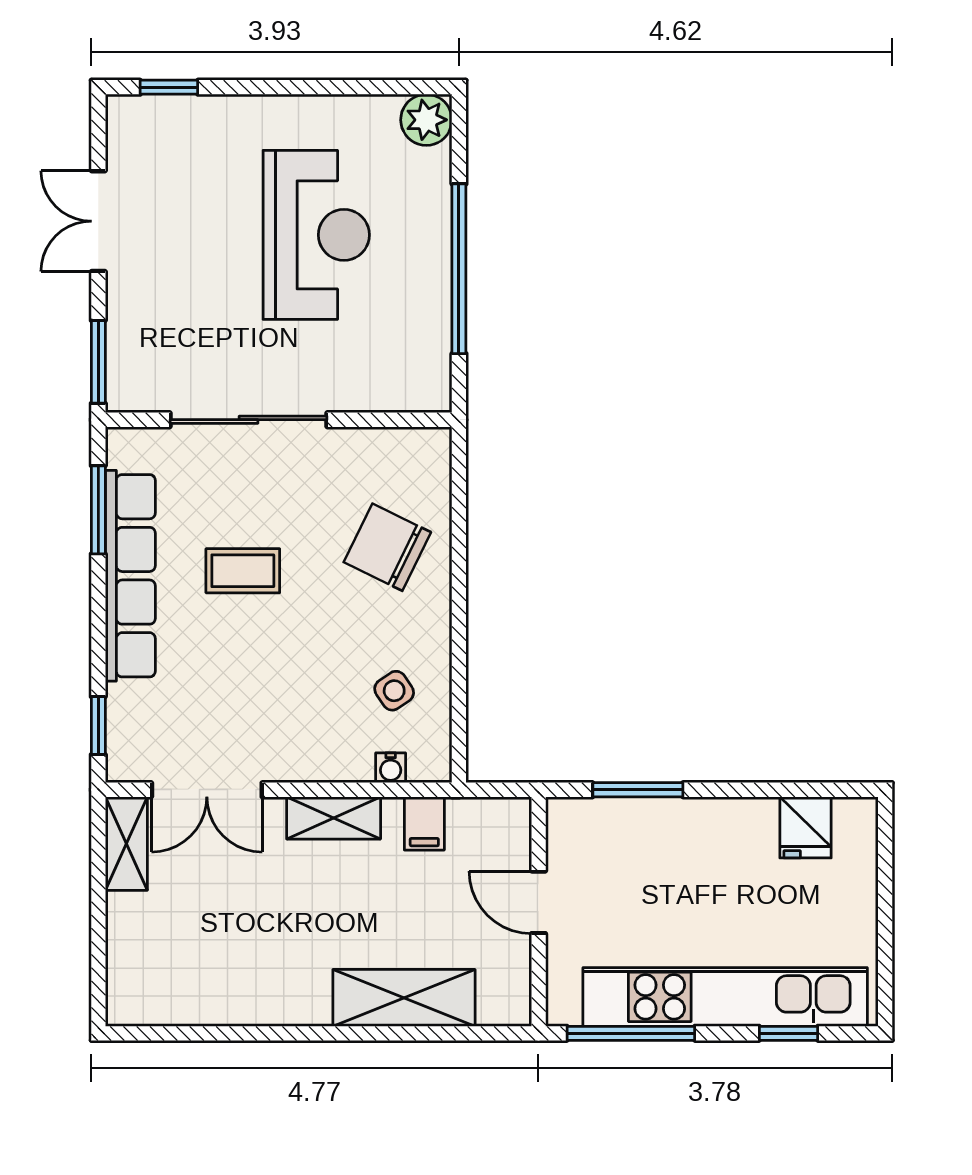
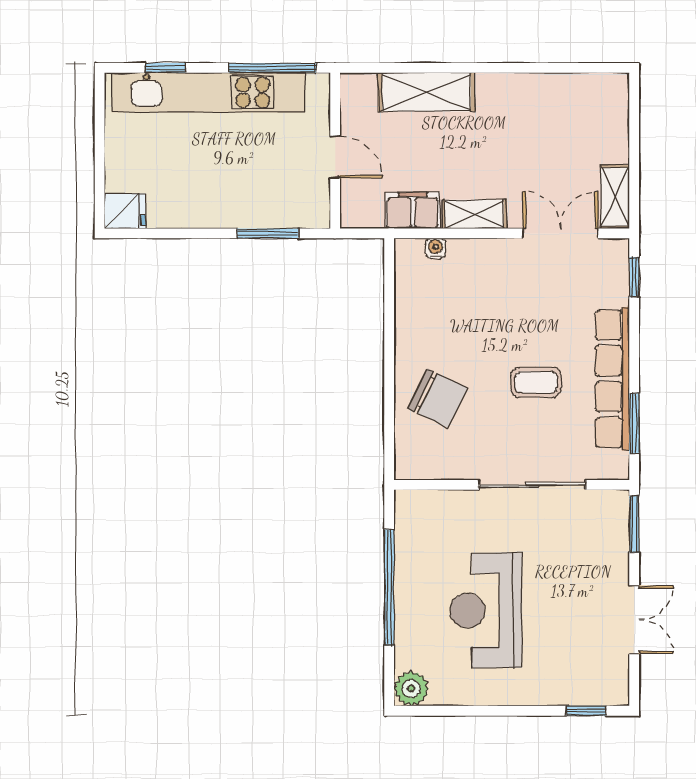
side table: (394, 691) -> (433, 301), removed
filing cabinet: (424, 823) -> (413, 210), width x2.00
fridge: (805, 827) -> (125, 211), moved, turned 90

